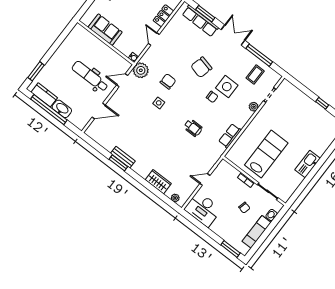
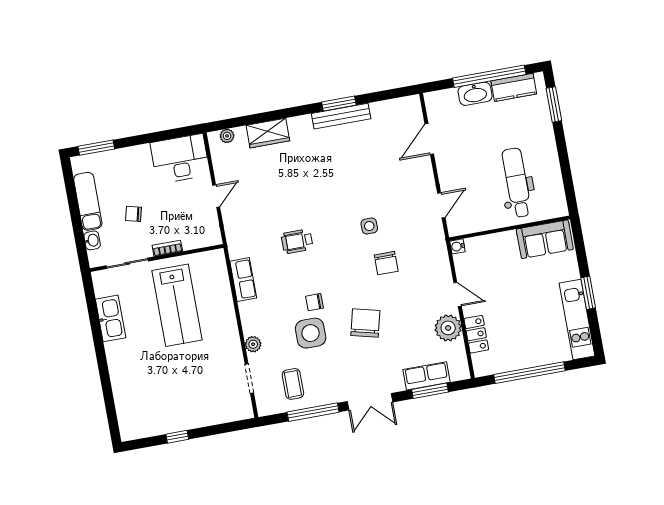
row of seats: (200, 21) -> (427, 376), width x0.68
sofa: (105, 30) -> (545, 239), moved
plant: (141, 70) -> (448, 328), moved
dental chair: (90, 76) -> (517, 183), moved, turned -90
bench: (123, 157) -> (341, 116), width x1.36
kitchen sink: (308, 164) -> (111, 318), moved

